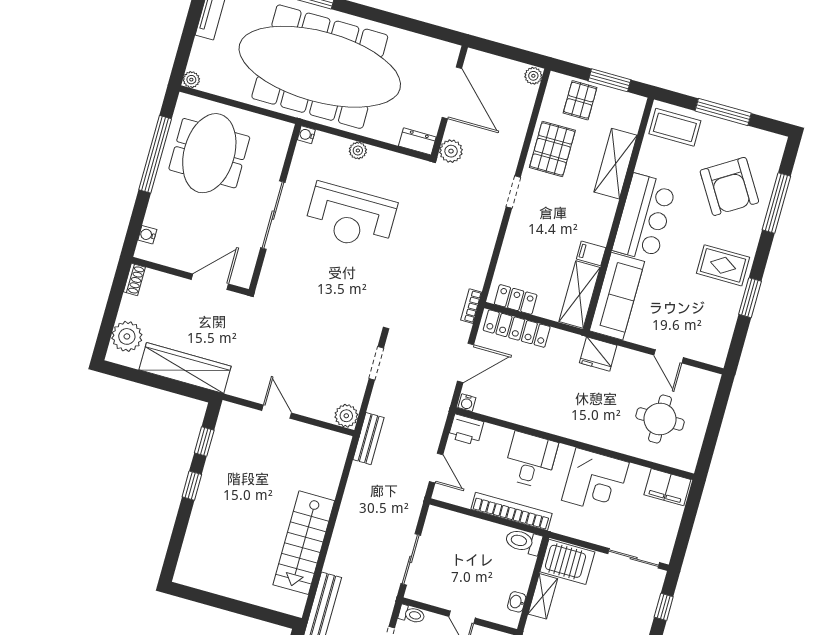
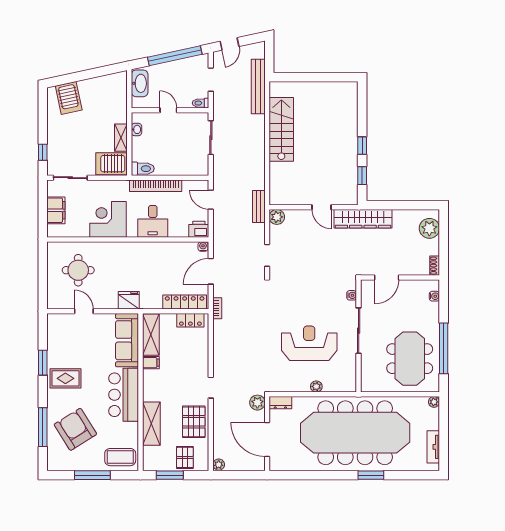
water cooler: (306, 135) -> (352, 295), moved
wardrobe: (185, 368) -> (363, 219), moved
filing cabinet: (667, 487) -> (56, 210), moved, turned 90

